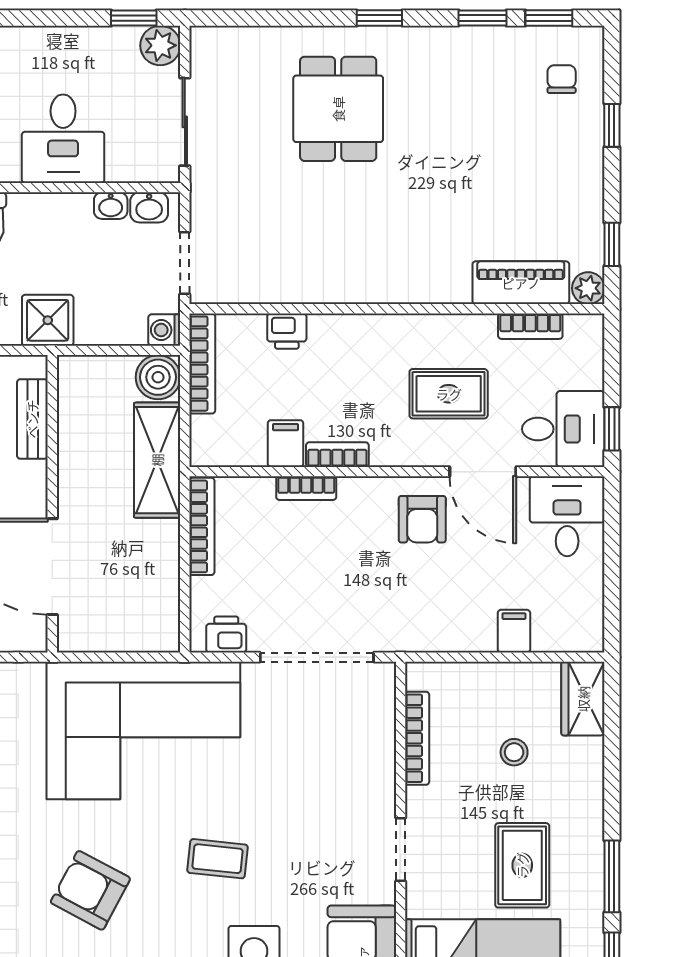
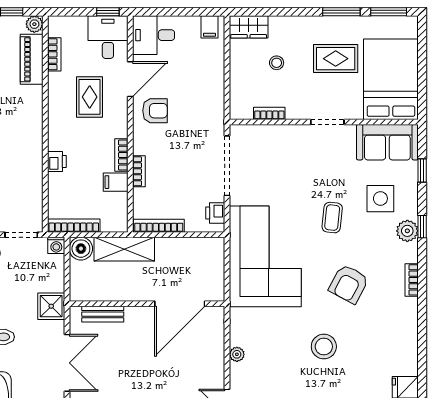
printer: (287, 331) -> (57, 162), moved
filing cabinet: (514, 631) -> (209, 27), moved, turned -90
bookcase: (417, 738) -> (269, 113), width x0.64

